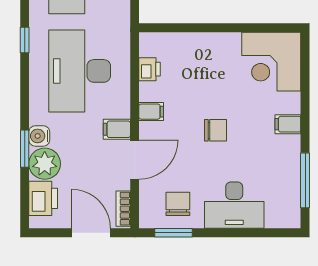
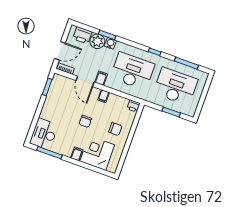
corner desk: (271, 62) -> (97, 153), moved
printer: (150, 69) -> (133, 106), moved
chair: (178, 204) -> (115, 129), moved
desk: (234, 205) -> (44, 134), moved

